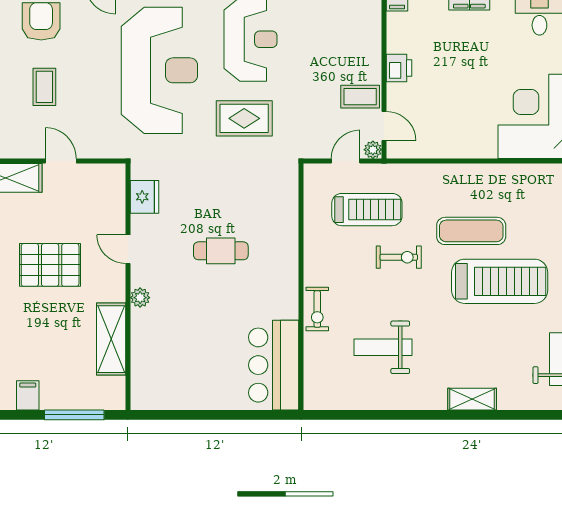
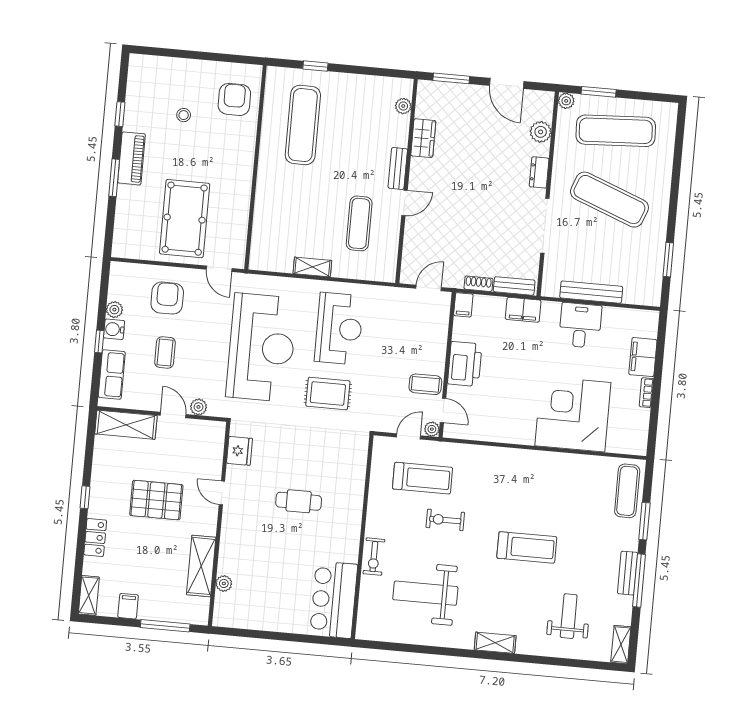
printer: (399, 68) -> (465, 364), width x1.87, depth x1.48
plant: (90, 149) -> (198, 407), added
exercise mat: (471, 231) -> (507, 504), removed
exercise bike: (399, 257) -> (445, 520), turned 180
treadmill: (500, 281) -> (527, 547), width x0.73, depth x0.73
plant: (140, 298) -> (224, 583), moved
weight bench: (383, 347) -> (425, 593), width x1.36, depth x1.33

